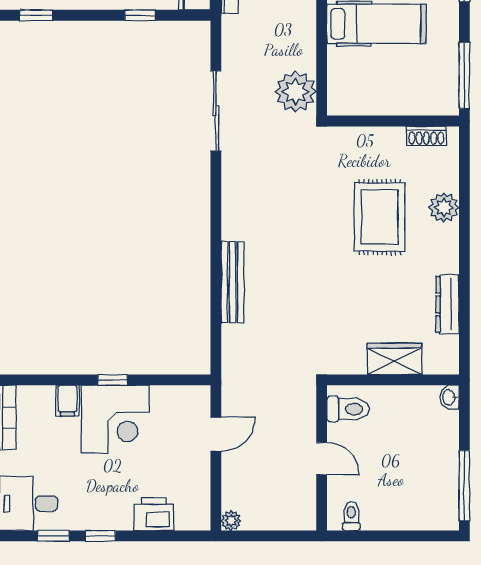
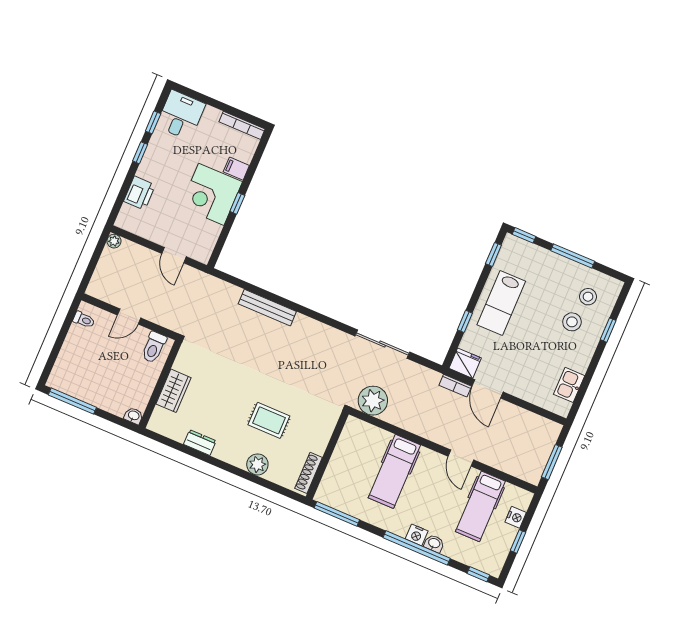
shoe rack: (426, 136) -> (308, 473), width x1.43
rug: (380, 217) -> (269, 420), width x0.73, depth x0.70
dresser: (447, 304) -> (200, 443), width x0.70

